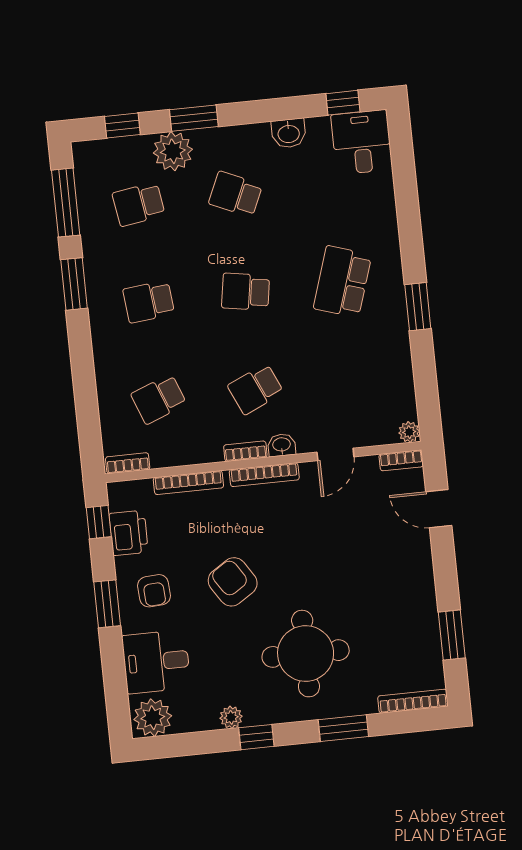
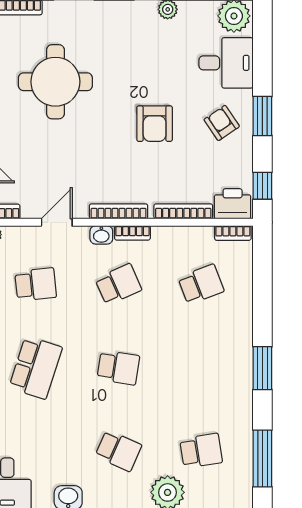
window: (74, 284) -> (262, 368), moved
school desk: (149, 302) -> (36, 284), moved
printer: (129, 533) -> (233, 204), moved, turned 90
armchair: (233, 582) -> (155, 124), turned 33
armchair: (154, 591) -> (222, 123), turned -30
round table: (306, 654) -> (55, 82), moved

